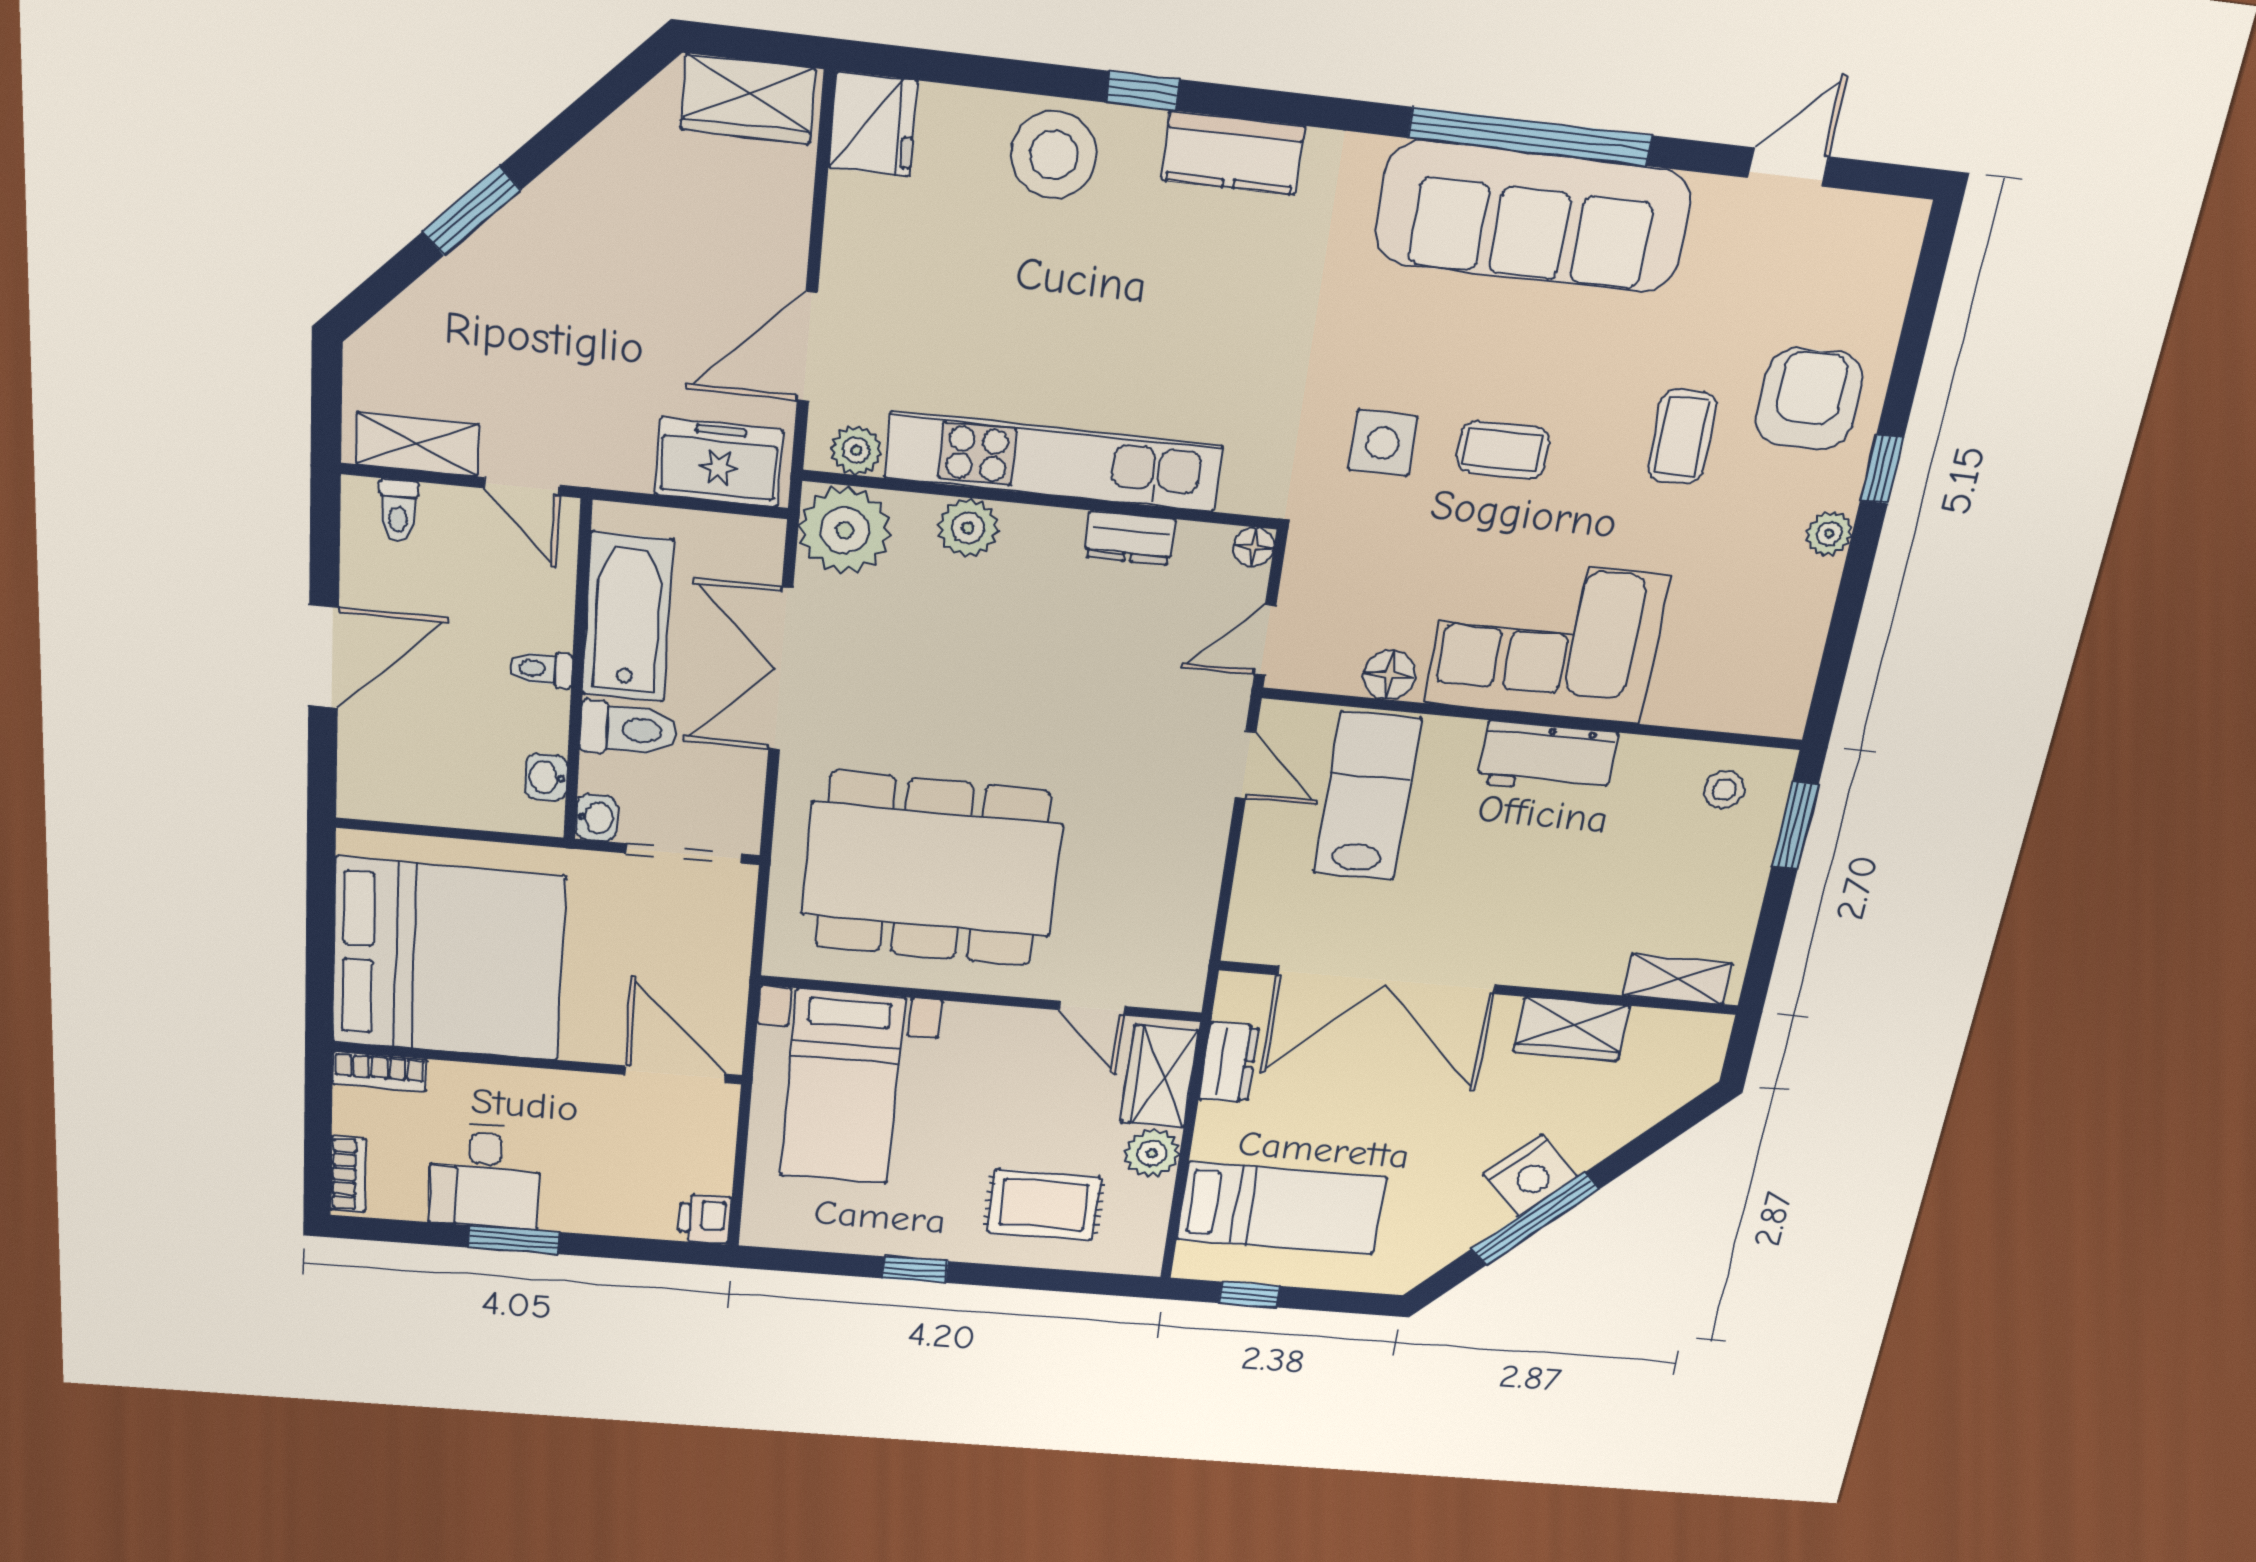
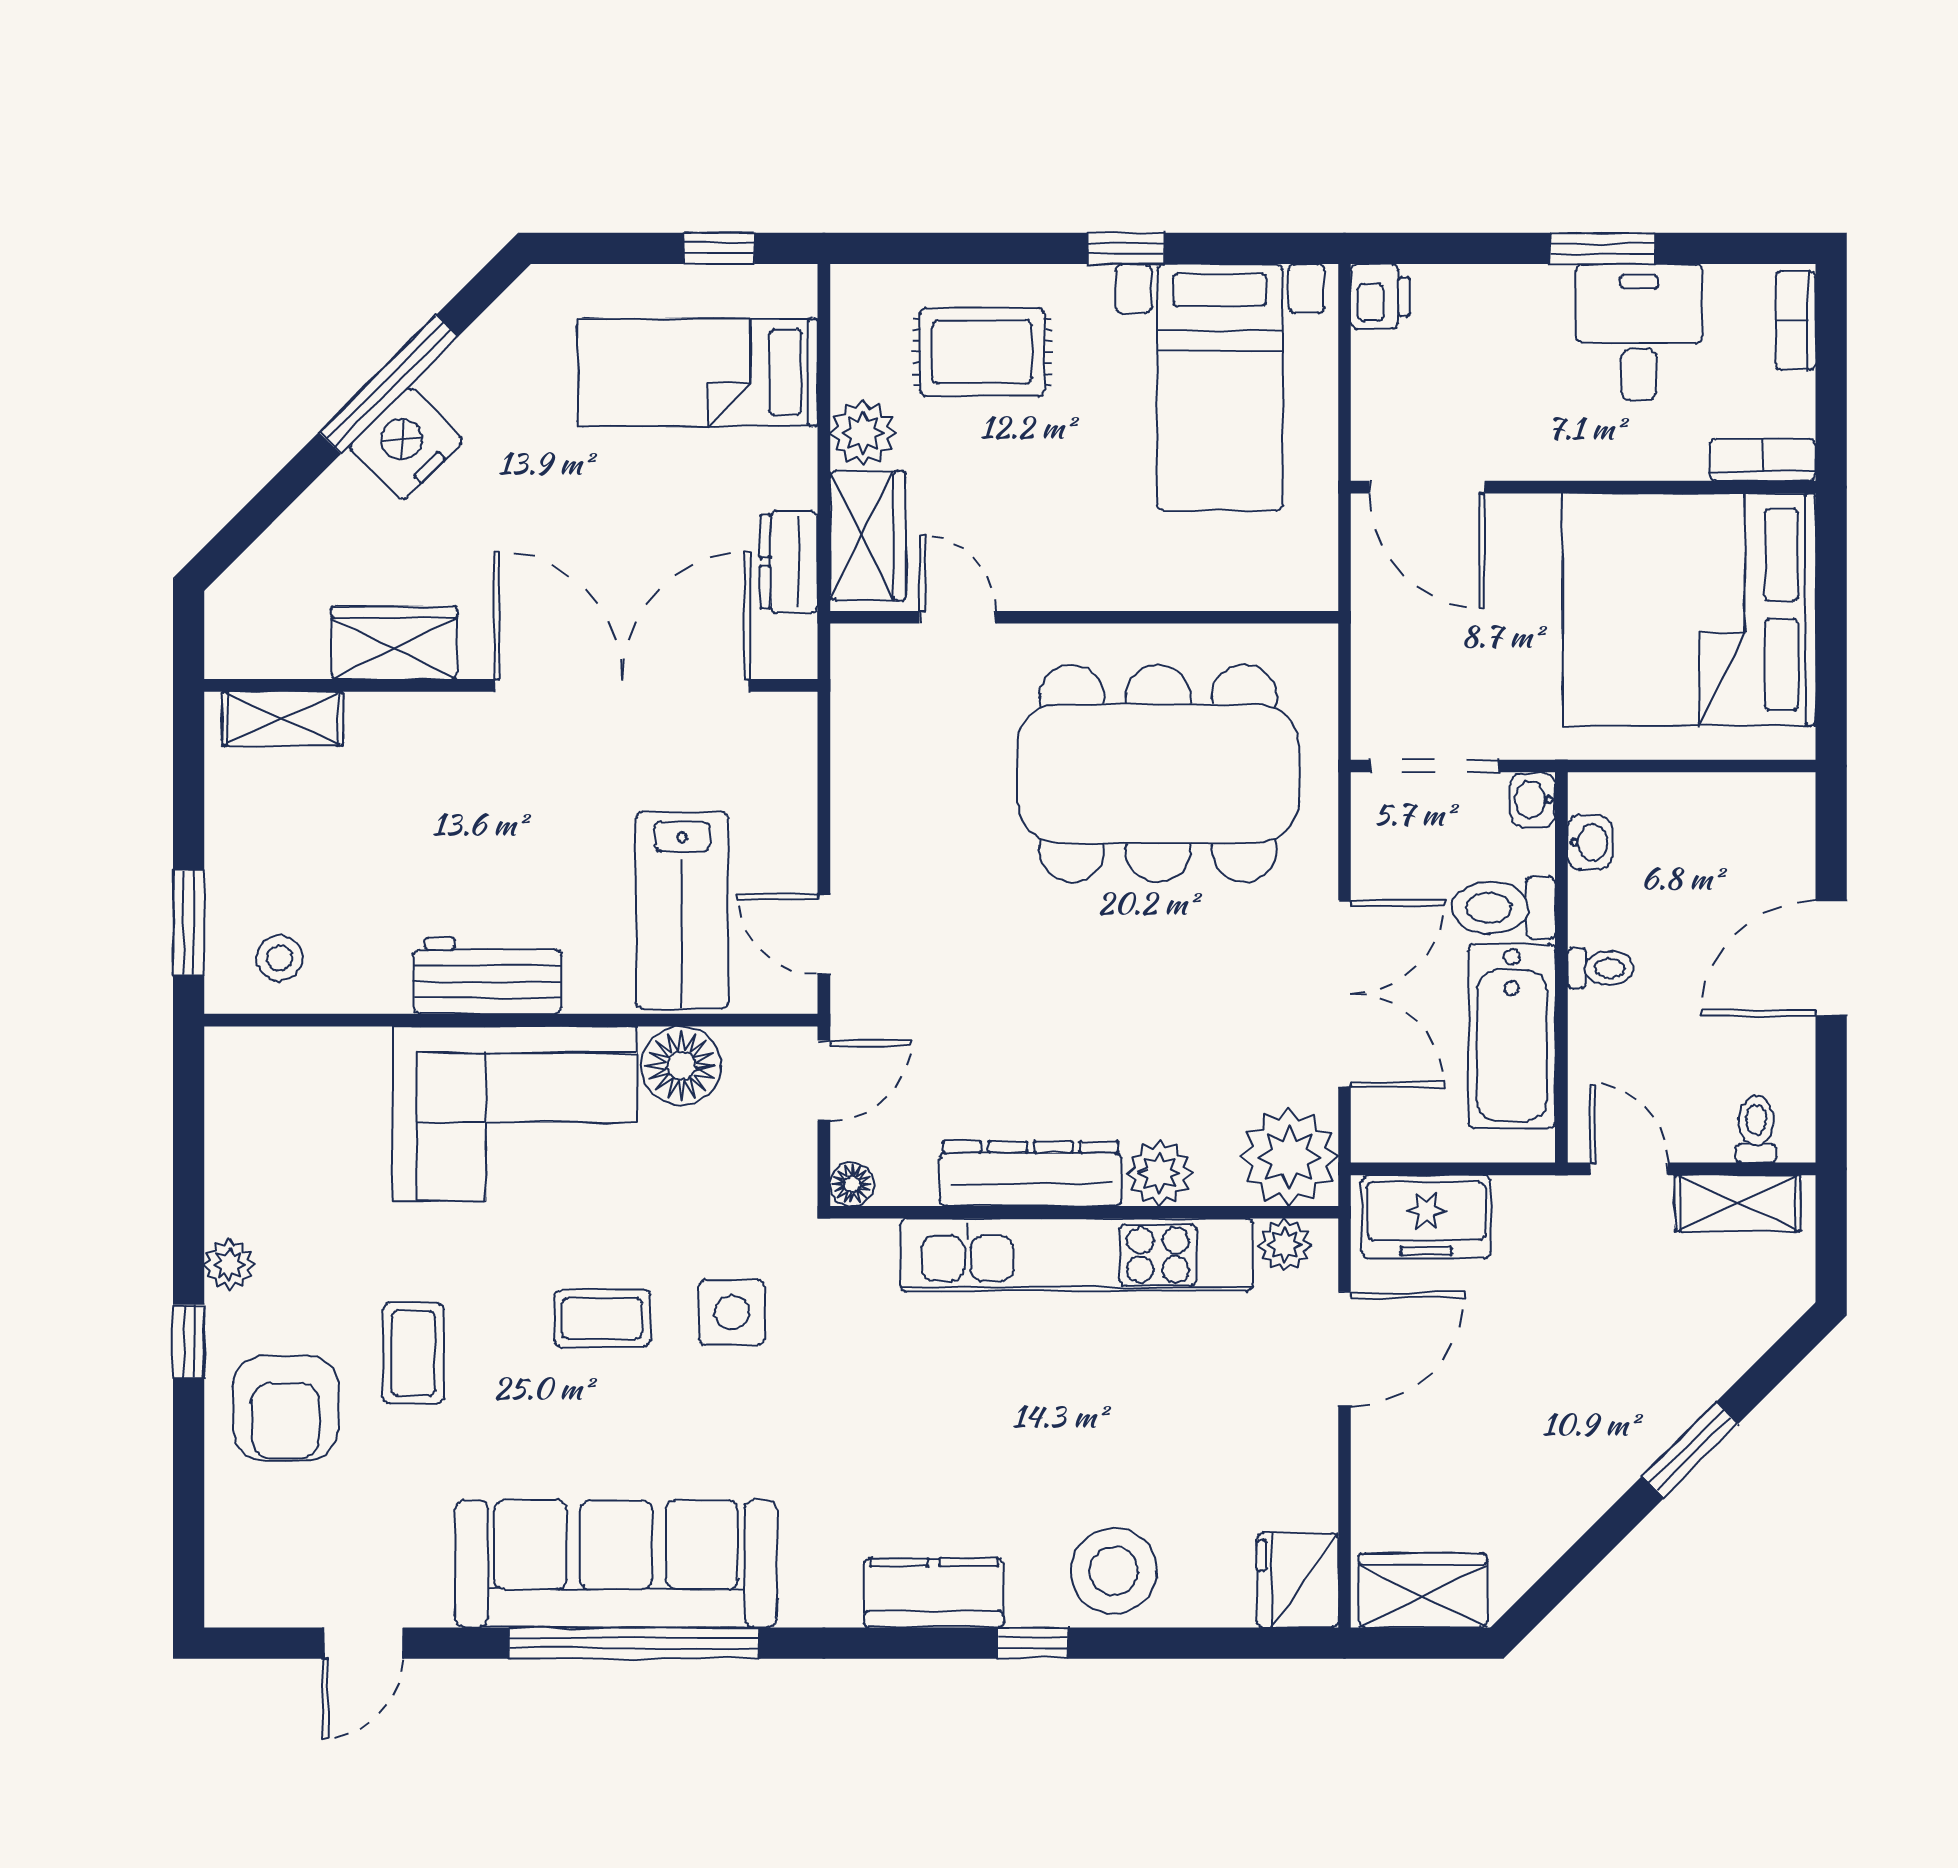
dresser: (1130, 538) -> (1030, 1174), width x1.96, depth x1.24
floor lamp: (1389, 675) -> (681, 1066), width x1.38, depth x1.38
bed with nightstands: (842, 1087) -> (1220, 387), moved, turned 180

